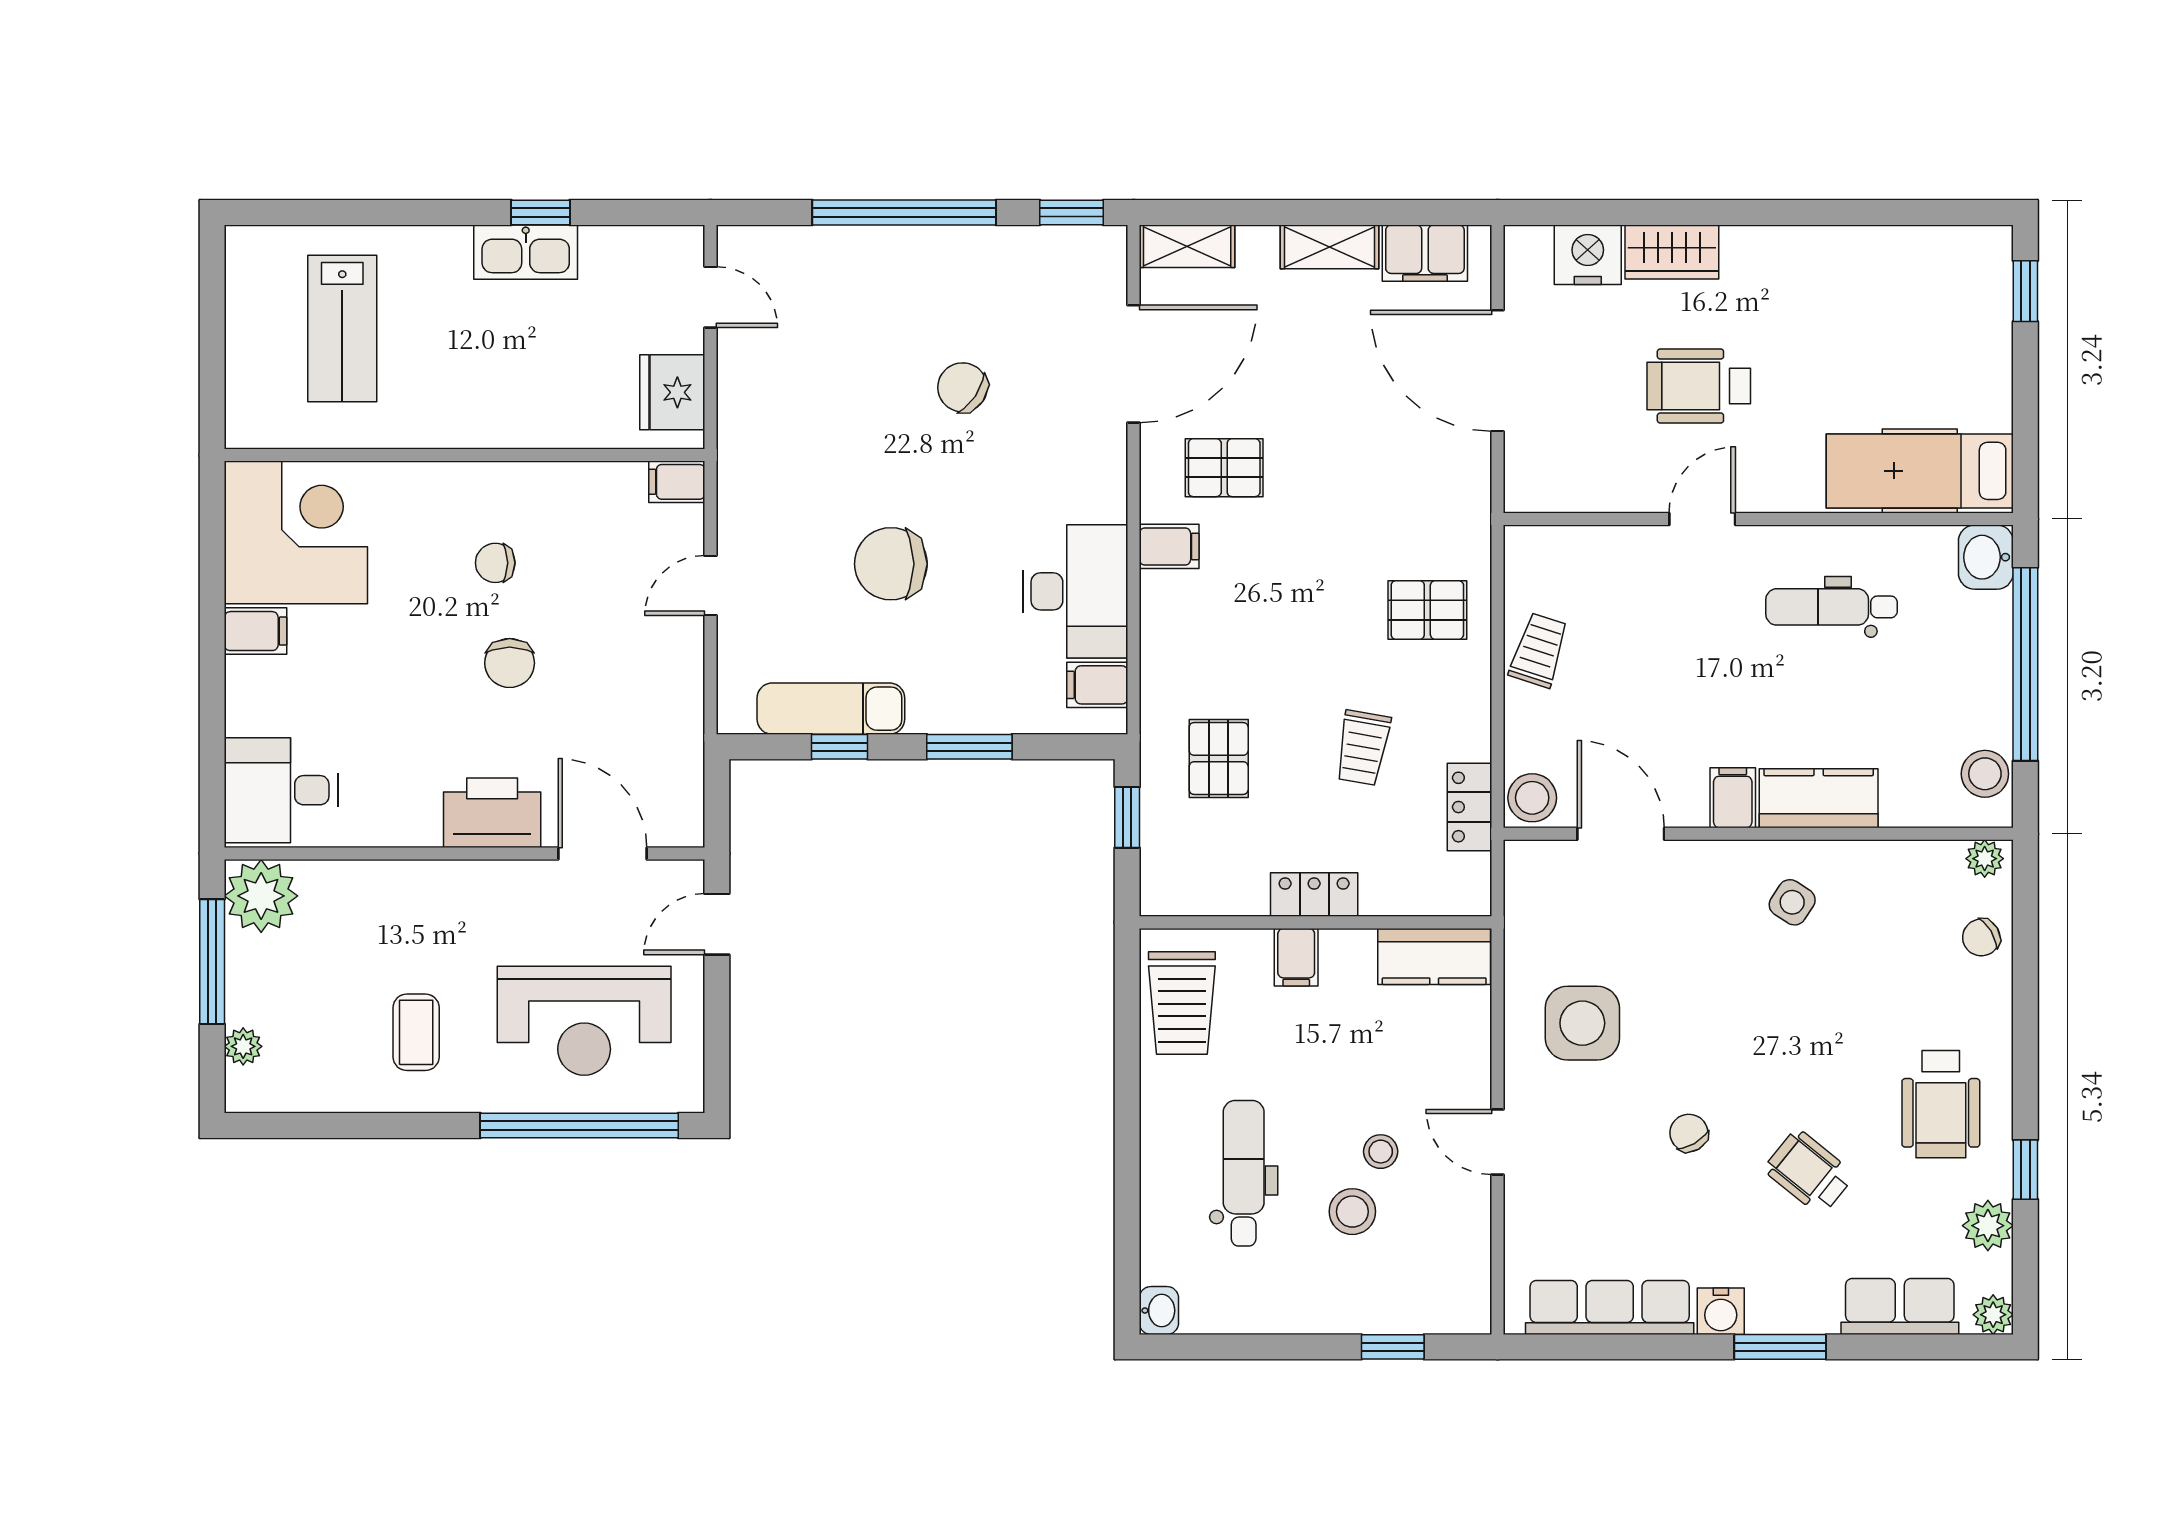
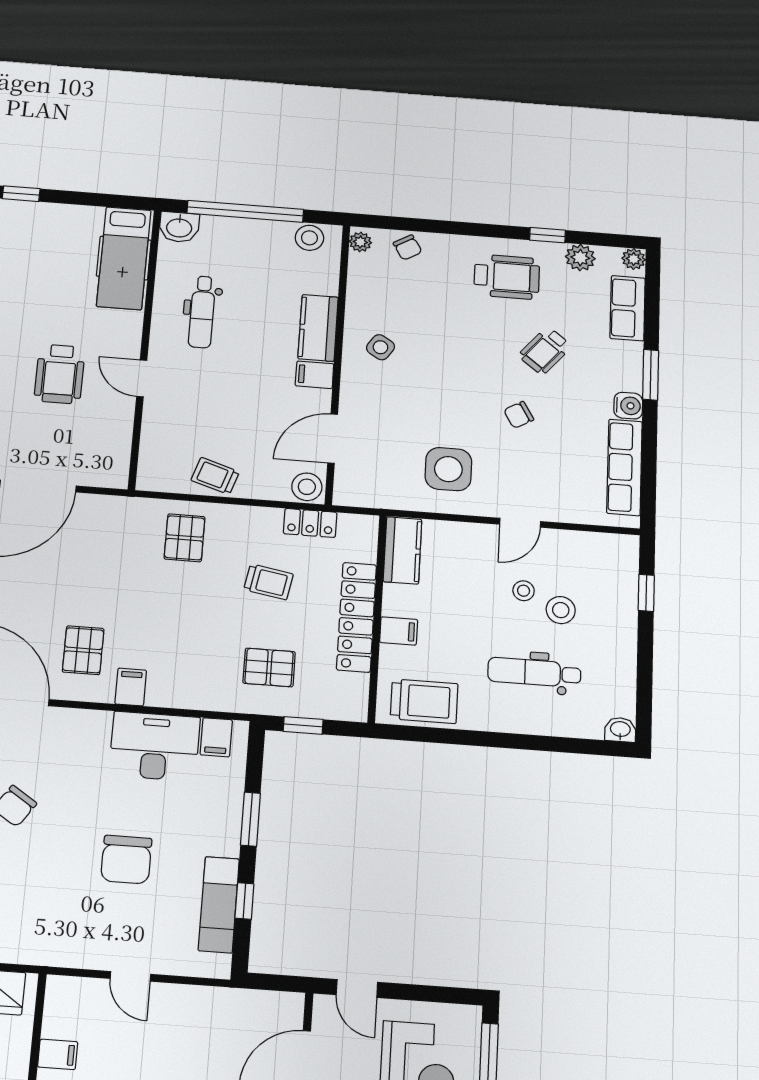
filing cabinet: (677, 482) -> (58, 1054), moved, turned -90
locker: (1314, 894) -> (357, 617), width x2.16, depth x1.21

